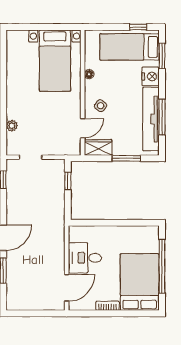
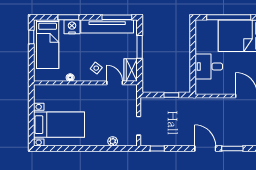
window: (162, 56) -> (68, 17), moved
bed with nightstands: (55, 61) -> (59, 125), moved
window: (162, 117) -> (117, 17), moved
window: (68, 181) -> (171, 95), moved
desk: (85, 258) -> (209, 66), moved, turned 90

